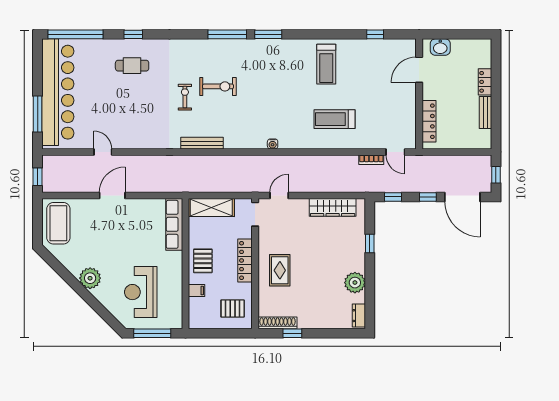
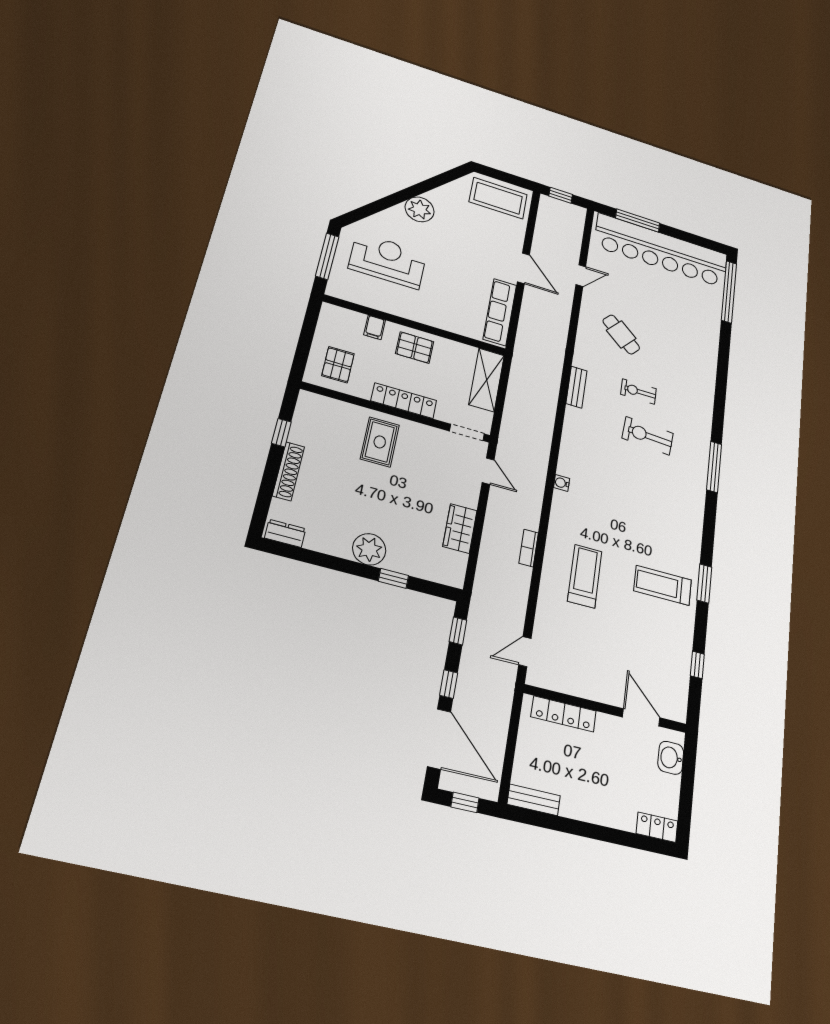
window: (133, 34) -> (724, 356), removed
window: (268, 34) -> (704, 583), moved
cafe table: (132, 66) -> (621, 334), moved, turned -49
locker: (485, 82) -> (657, 827), moved
exercise bike: (218, 86) -> (648, 436), turned 94
exercise bike: (185, 97) -> (639, 391), turned 180
bench: (485, 112) -> (534, 800), moved
bench: (202, 143) -> (576, 387), width x0.73
bookcase: (371, 160) -> (529, 548), moved
door: (462, 197) -> (439, 739), swing flipped
wardrobe: (333, 207) -> (460, 529), width x0.67
row of seats: (174, 224) -> (500, 312), moved, turned -90
rug: (280, 270) -> (380, 442), turned 90
plant: (355, 283) -> (369, 549), moved
shoe rack: (277, 323) -> (289, 471), moved

